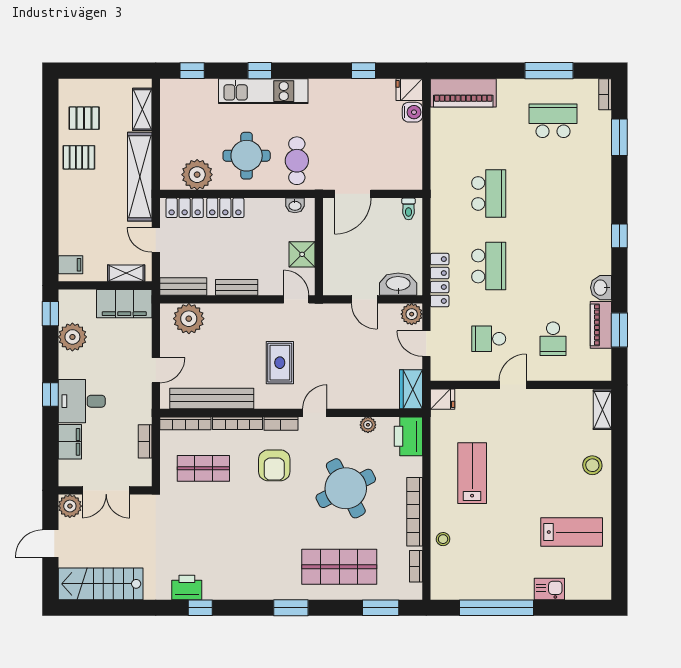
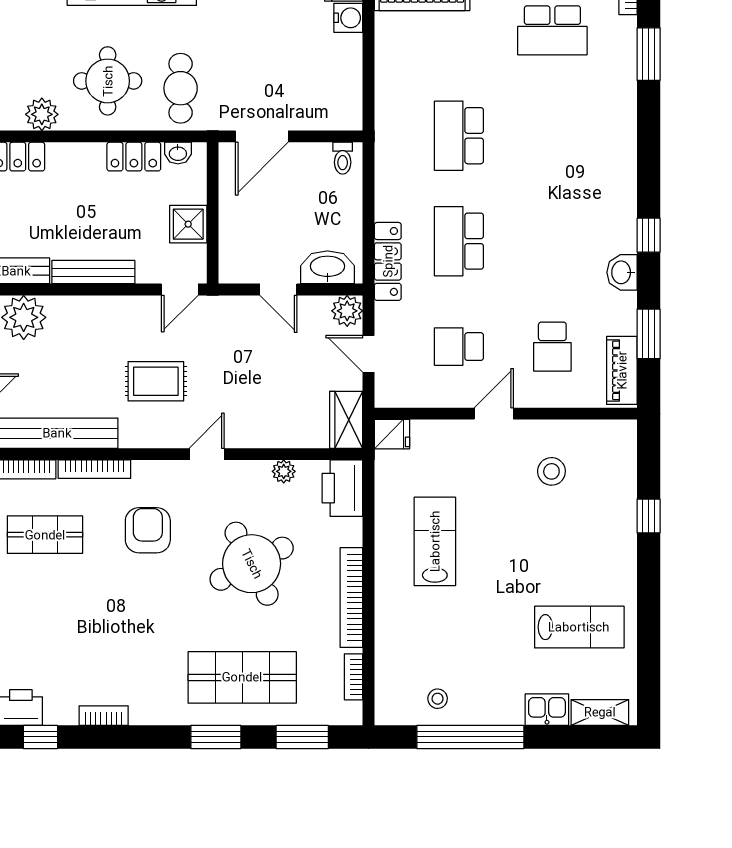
school desk: (553, 121) -> (552, 30), turned 180
plant: (197, 175) -> (42, 114), width x0.73, depth x0.73
school desk: (489, 193) -> (459, 136), turned 180
locker: (225, 208) -> (134, 157), moved
window: (619, 236) -> (649, 235), moved
school desk: (489, 266) -> (459, 241), turned 180
bench: (237, 287) -> (93, 272), width x1.36
door: (296, 299) -> (180, 289), swing flipped
piano: (601, 325) -> (622, 370), moved
rug: (280, 363) -> (156, 381), turned 90
shelving: (602, 410) -> (600, 712), moved, turned 90
bookcase: (281, 424) -> (104, 716), moved, turned 180
window: (619, 455) -> (649, 516), added
armchair: (274, 465) -> (148, 530), turned 180
stool: (592, 465) -> (551, 471), moved
stool: (443, 539) -> (438, 699), moved
window: (291, 608) -> (216, 737), moved

